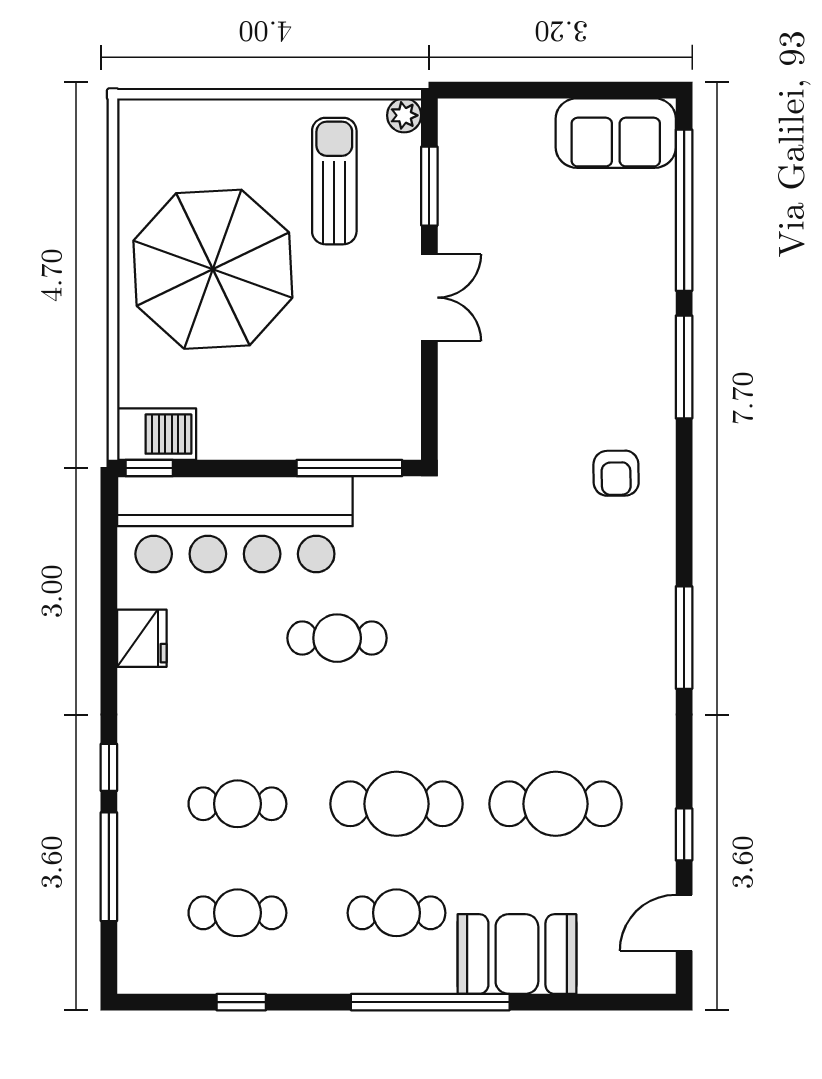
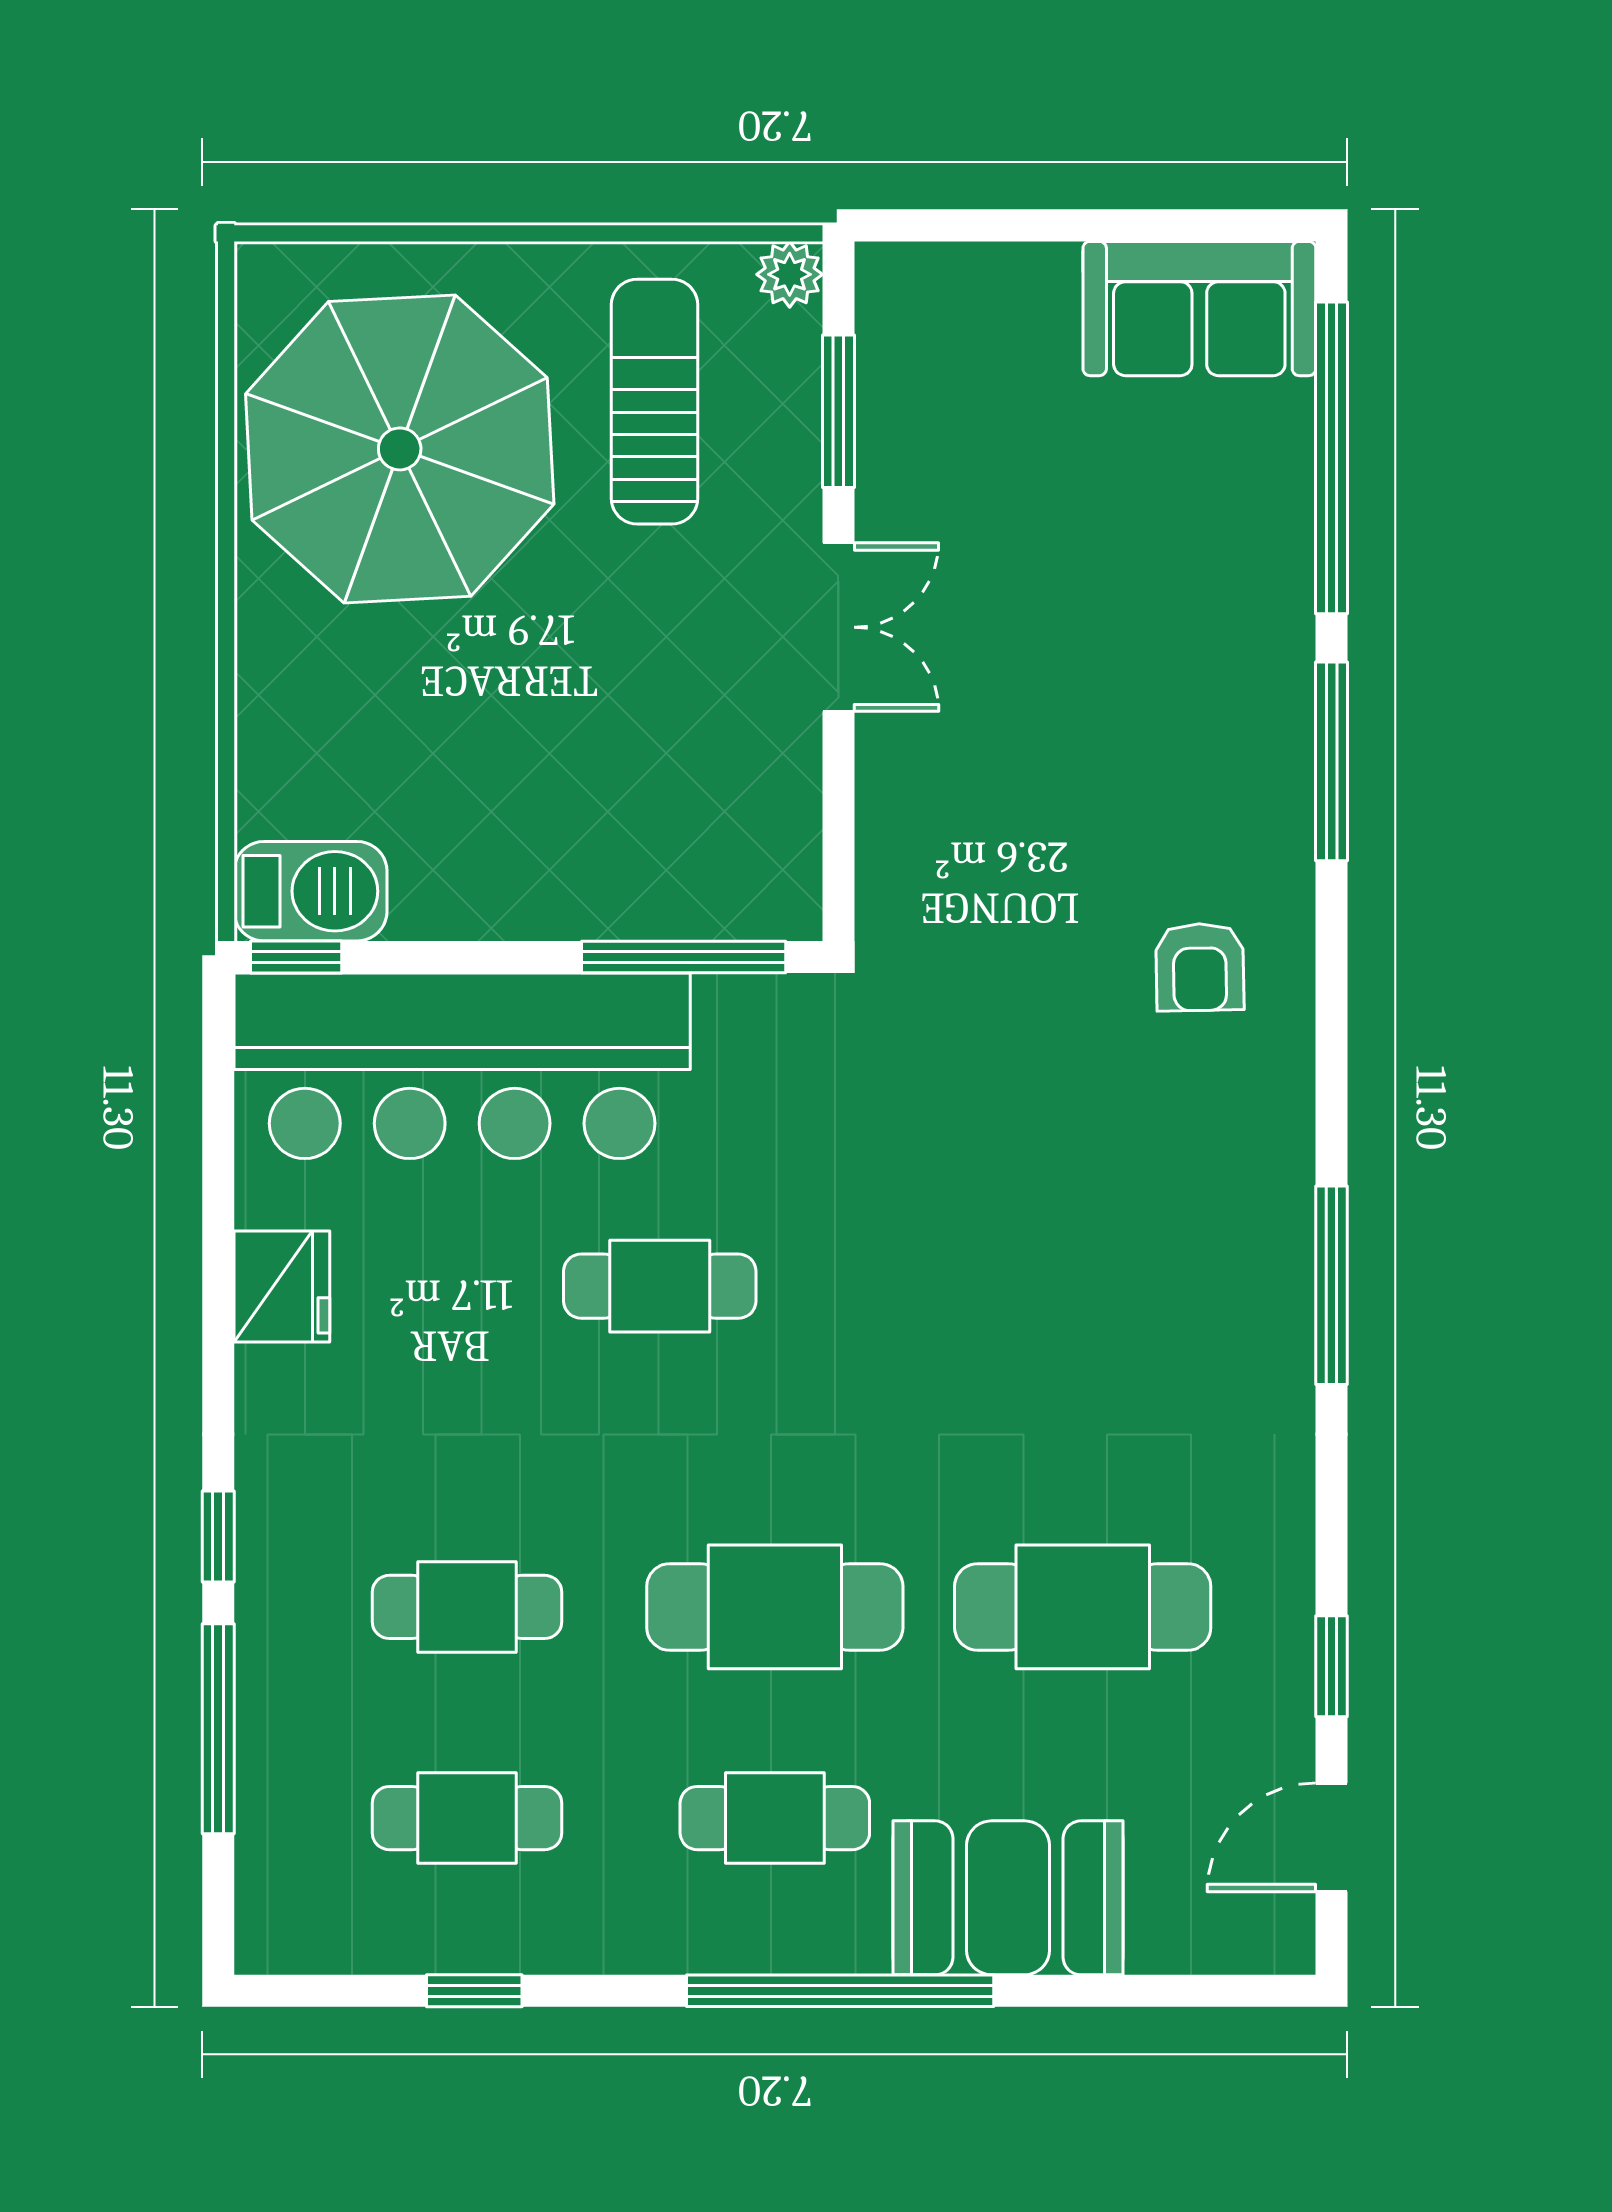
parasol: (213, 269) -> (400, 449), moved

